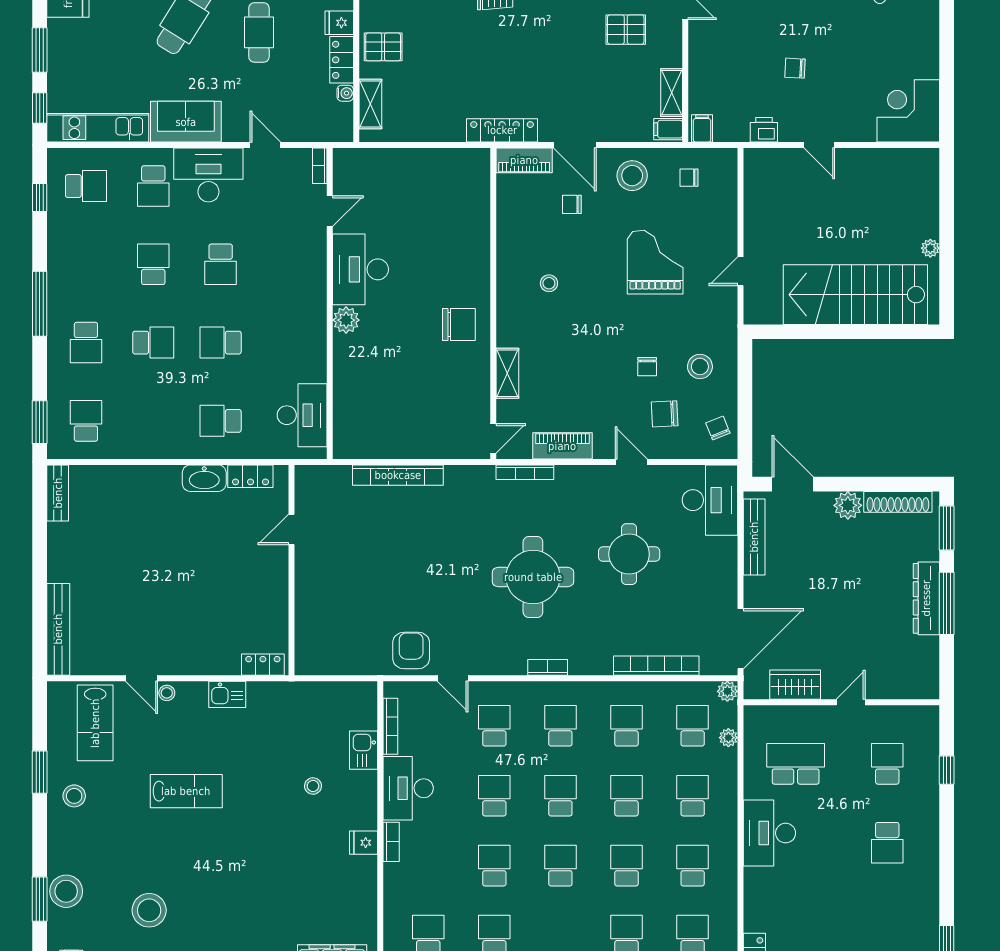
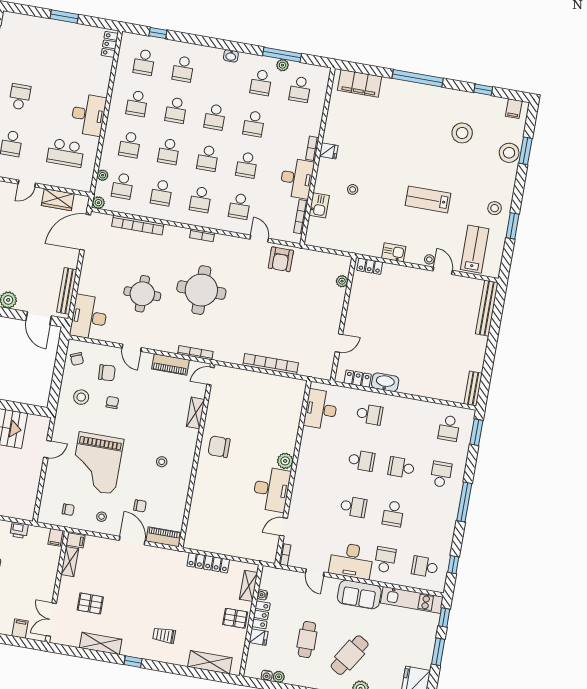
locker: (502, 130) -> (208, 563), moved
stool: (632, 176) -> (102, 517), width x0.53, depth x0.53
grand piano: (655, 262) -> (97, 463), width x1.37, depth x1.48
school desk: (221, 264) -> (353, 507), turned 90
plant: (304, 632) -> (342, 281), added

